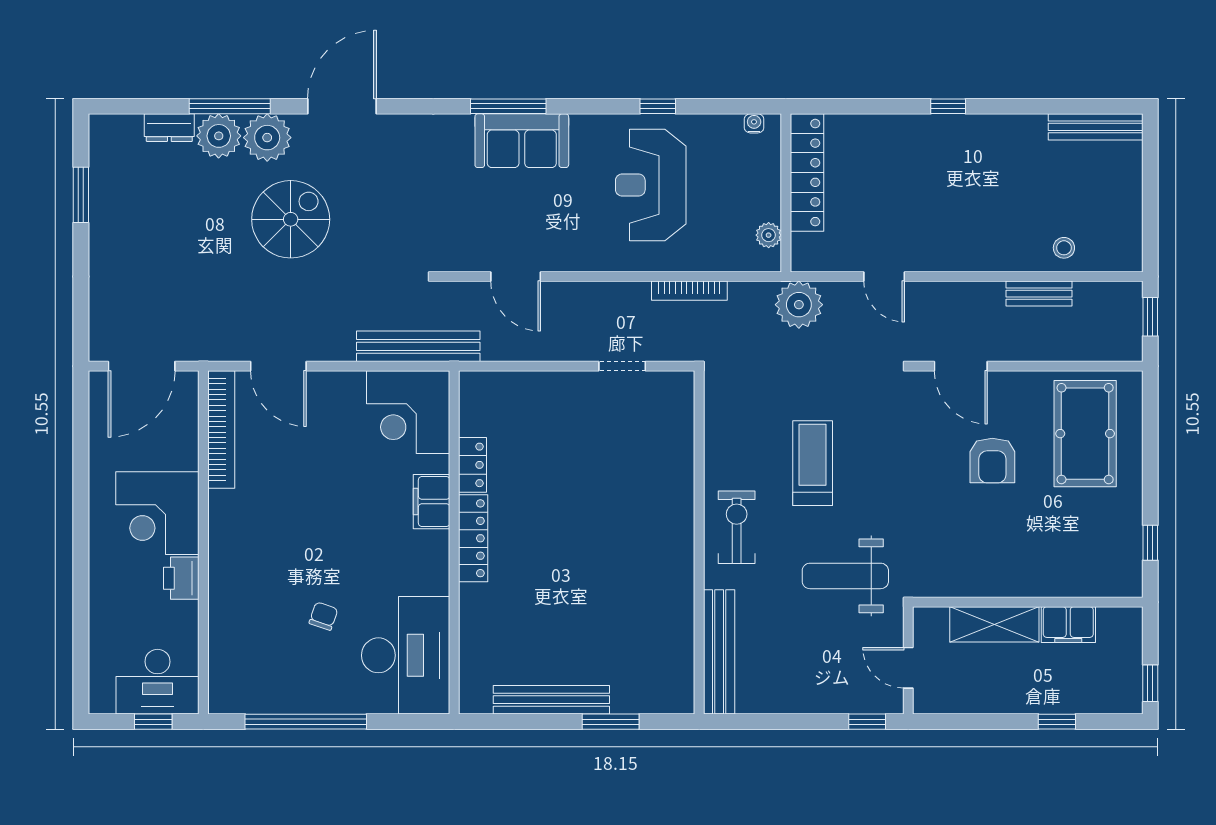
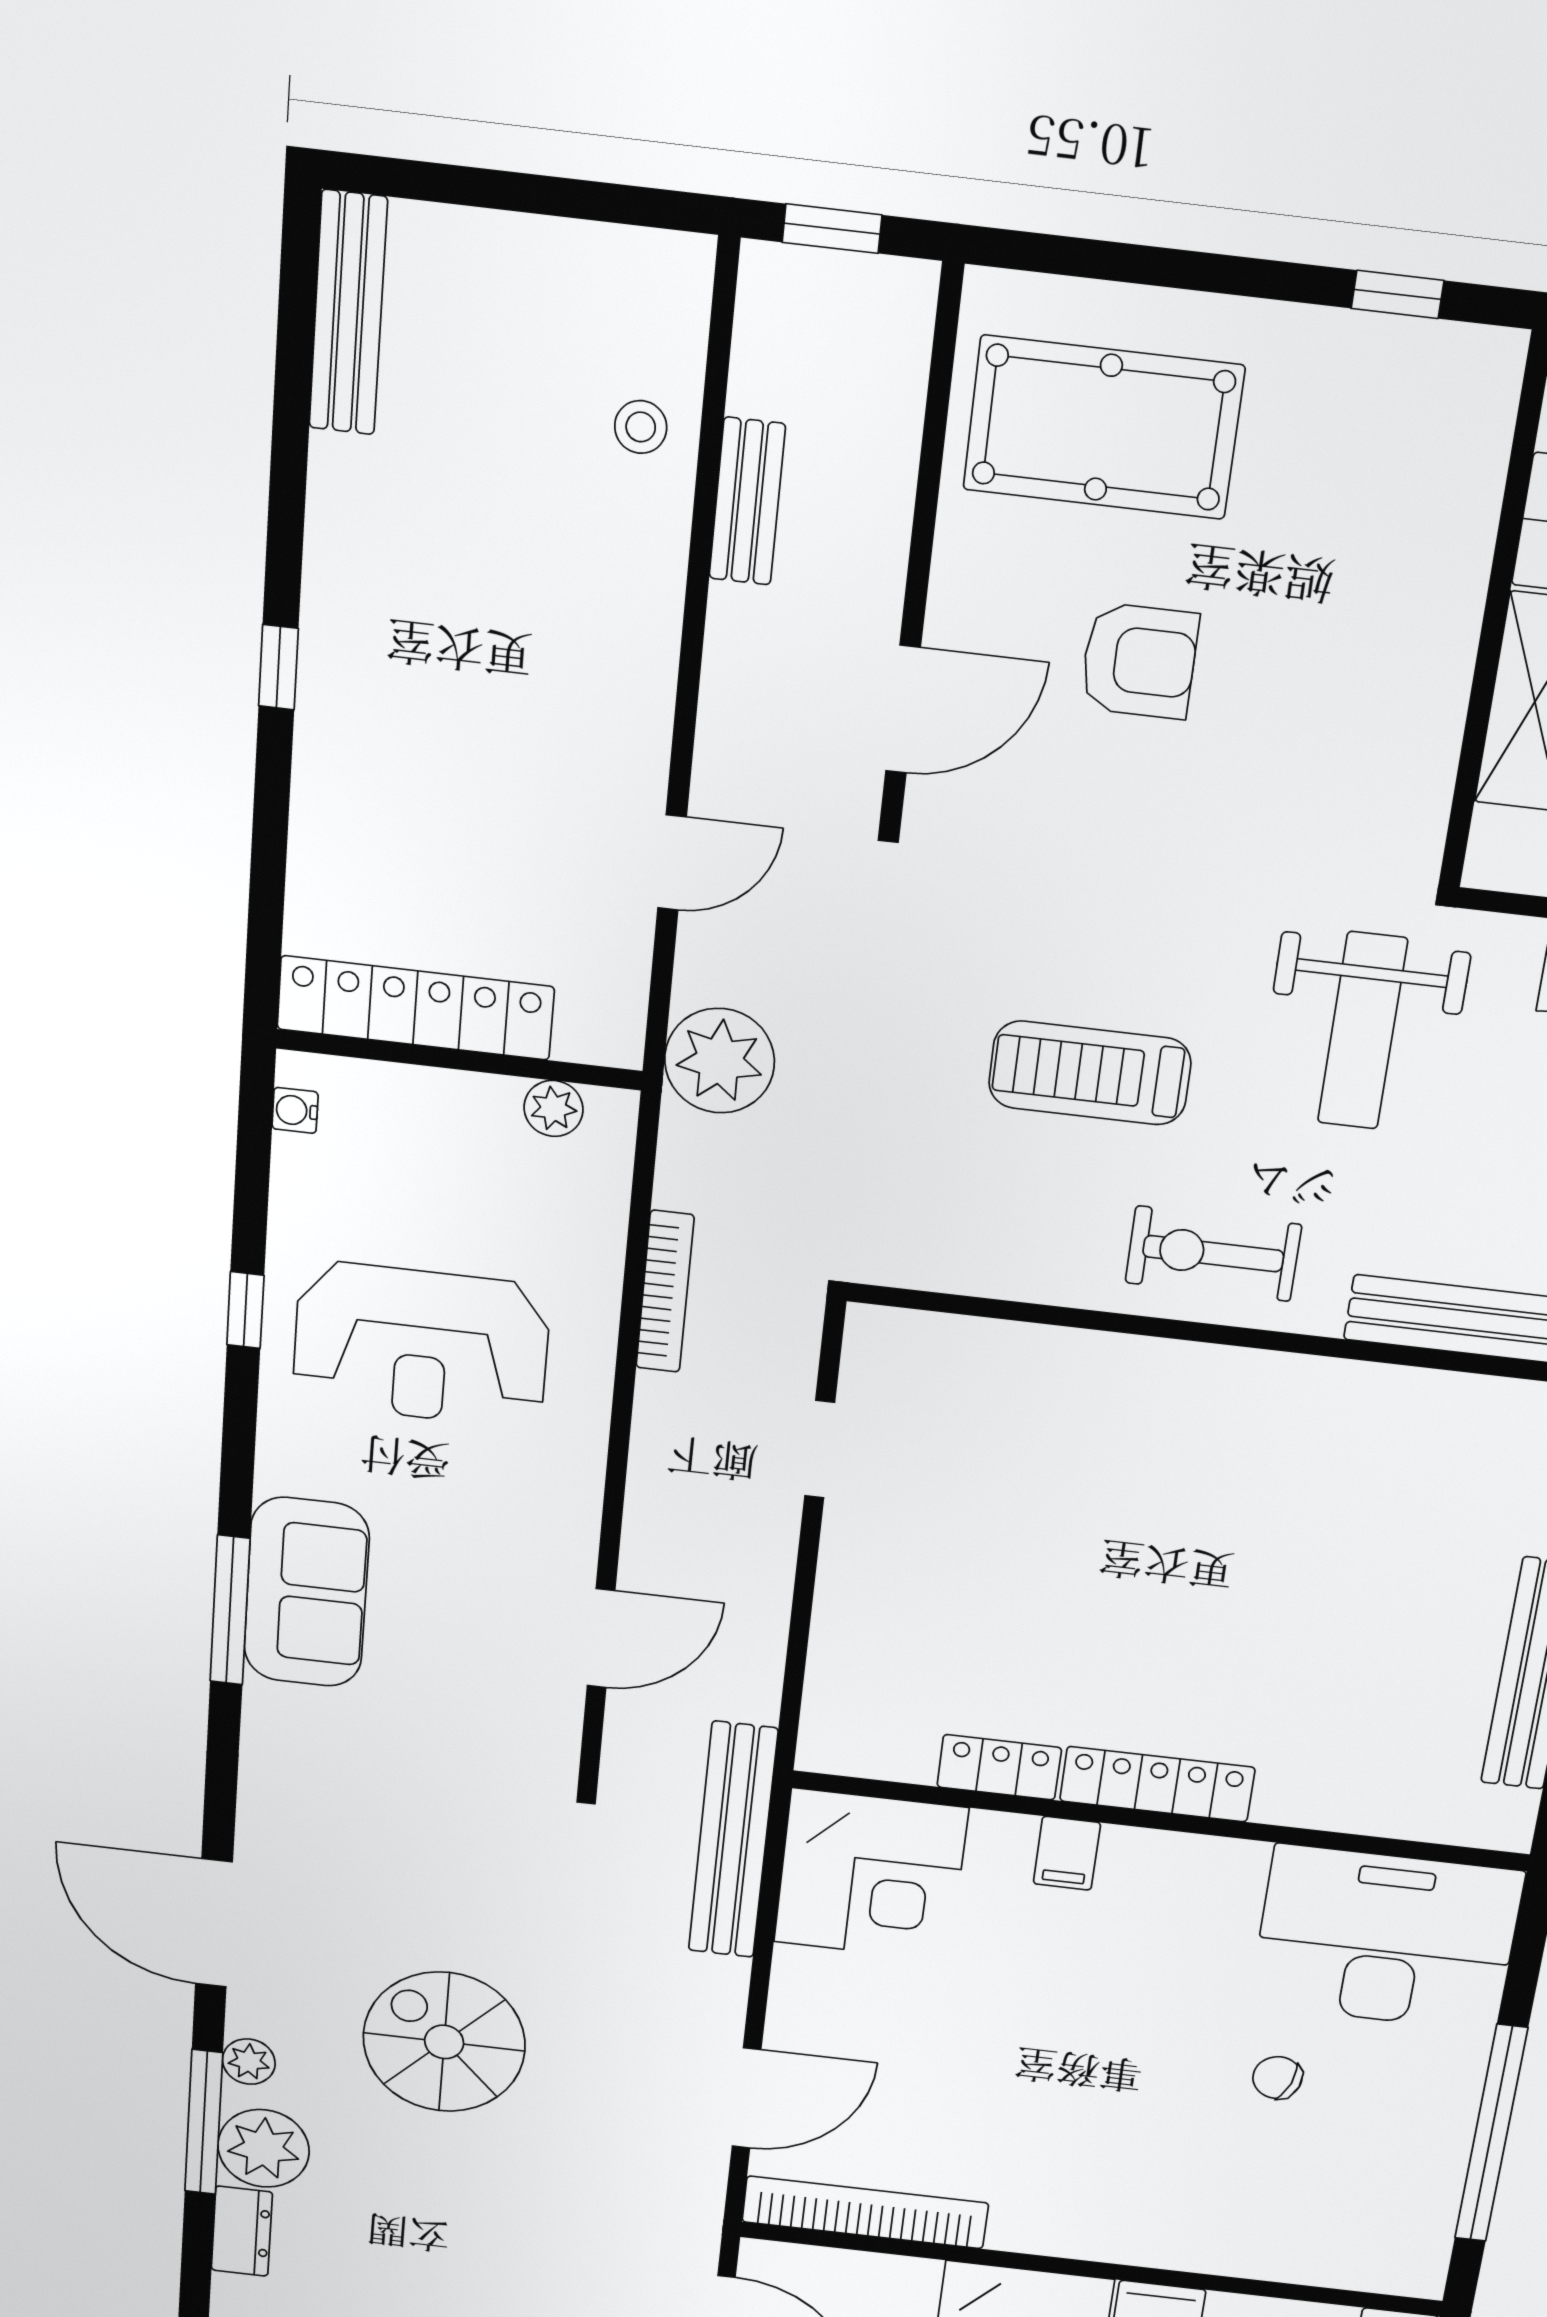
plant: (267, 138) -> (249, 2062), width x0.53, depth x0.53
filing cabinet: (432, 502) -> (1067, 1853), width x0.50

